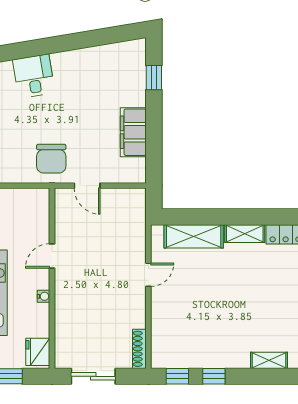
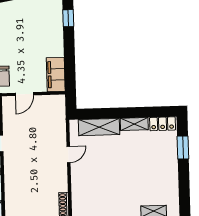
filing cabinet: (133, 132) -> (56, 74), moved
door: (87, 186) -> (24, 94), hinge flipped

